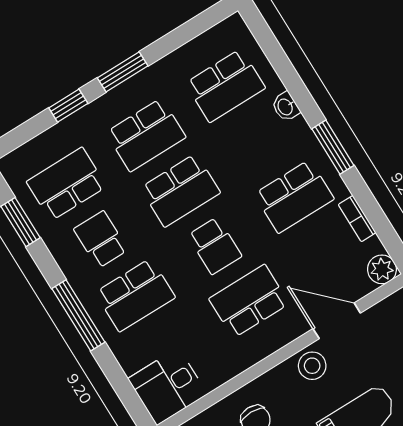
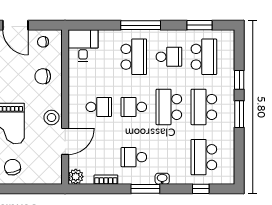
window: (278, 59) -> (201, 189), added
washbasin: (286, 107) -> (162, 179), moved
school desk: (294, 196) -> (134, 157), width x0.54
school desk: (135, 295) -> (134, 57), turned 180
school desk: (249, 301) -> (99, 107), width x0.54

